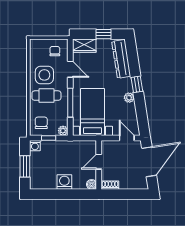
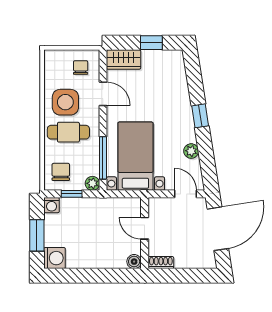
dresser: (121, 59) -> (177, 79), removed
plant: (129, 98) -> (191, 151), moved
window: (70, 103) -> (103, 158), moved
door: (99, 162) -> (145, 228), hinge flipped
washing machine: (64, 182) -> (55, 258), moved, turned 90

